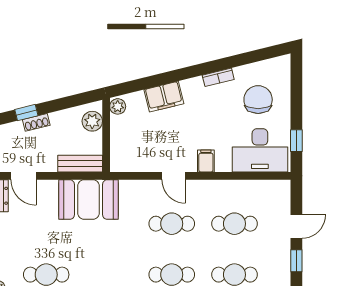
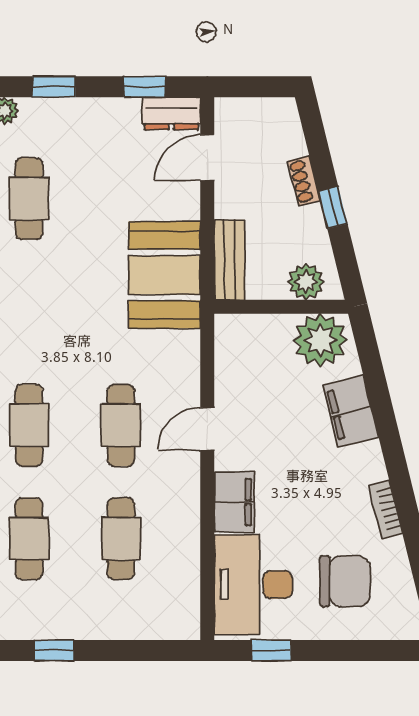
plant: (118, 106) -> (320, 340), width x1.88, depth x1.88
window: (26, 113) -> (333, 207), moved
filing cabinet: (206, 161) -> (234, 502), width x2.00
door: (296, 226) -> (116, 650), removed

